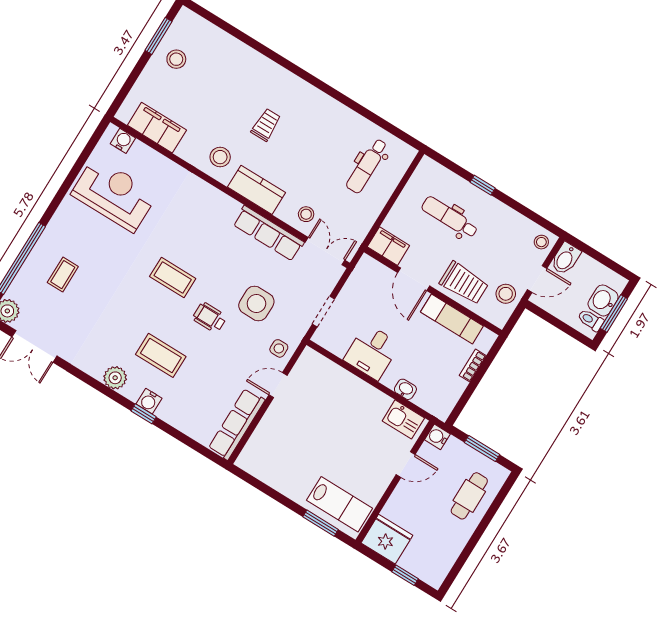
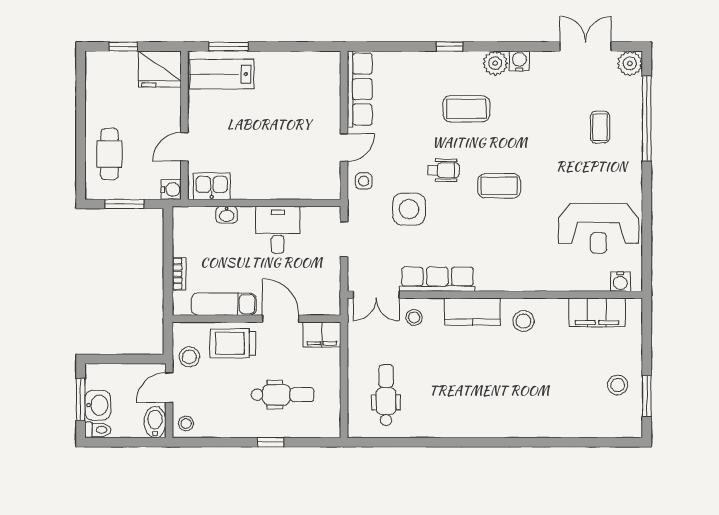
trolley: (266, 125) -> (500, 376), removed
toilet: (591, 320) -> (98, 430), moved
water cooler: (149, 401) -> (519, 61), moved

